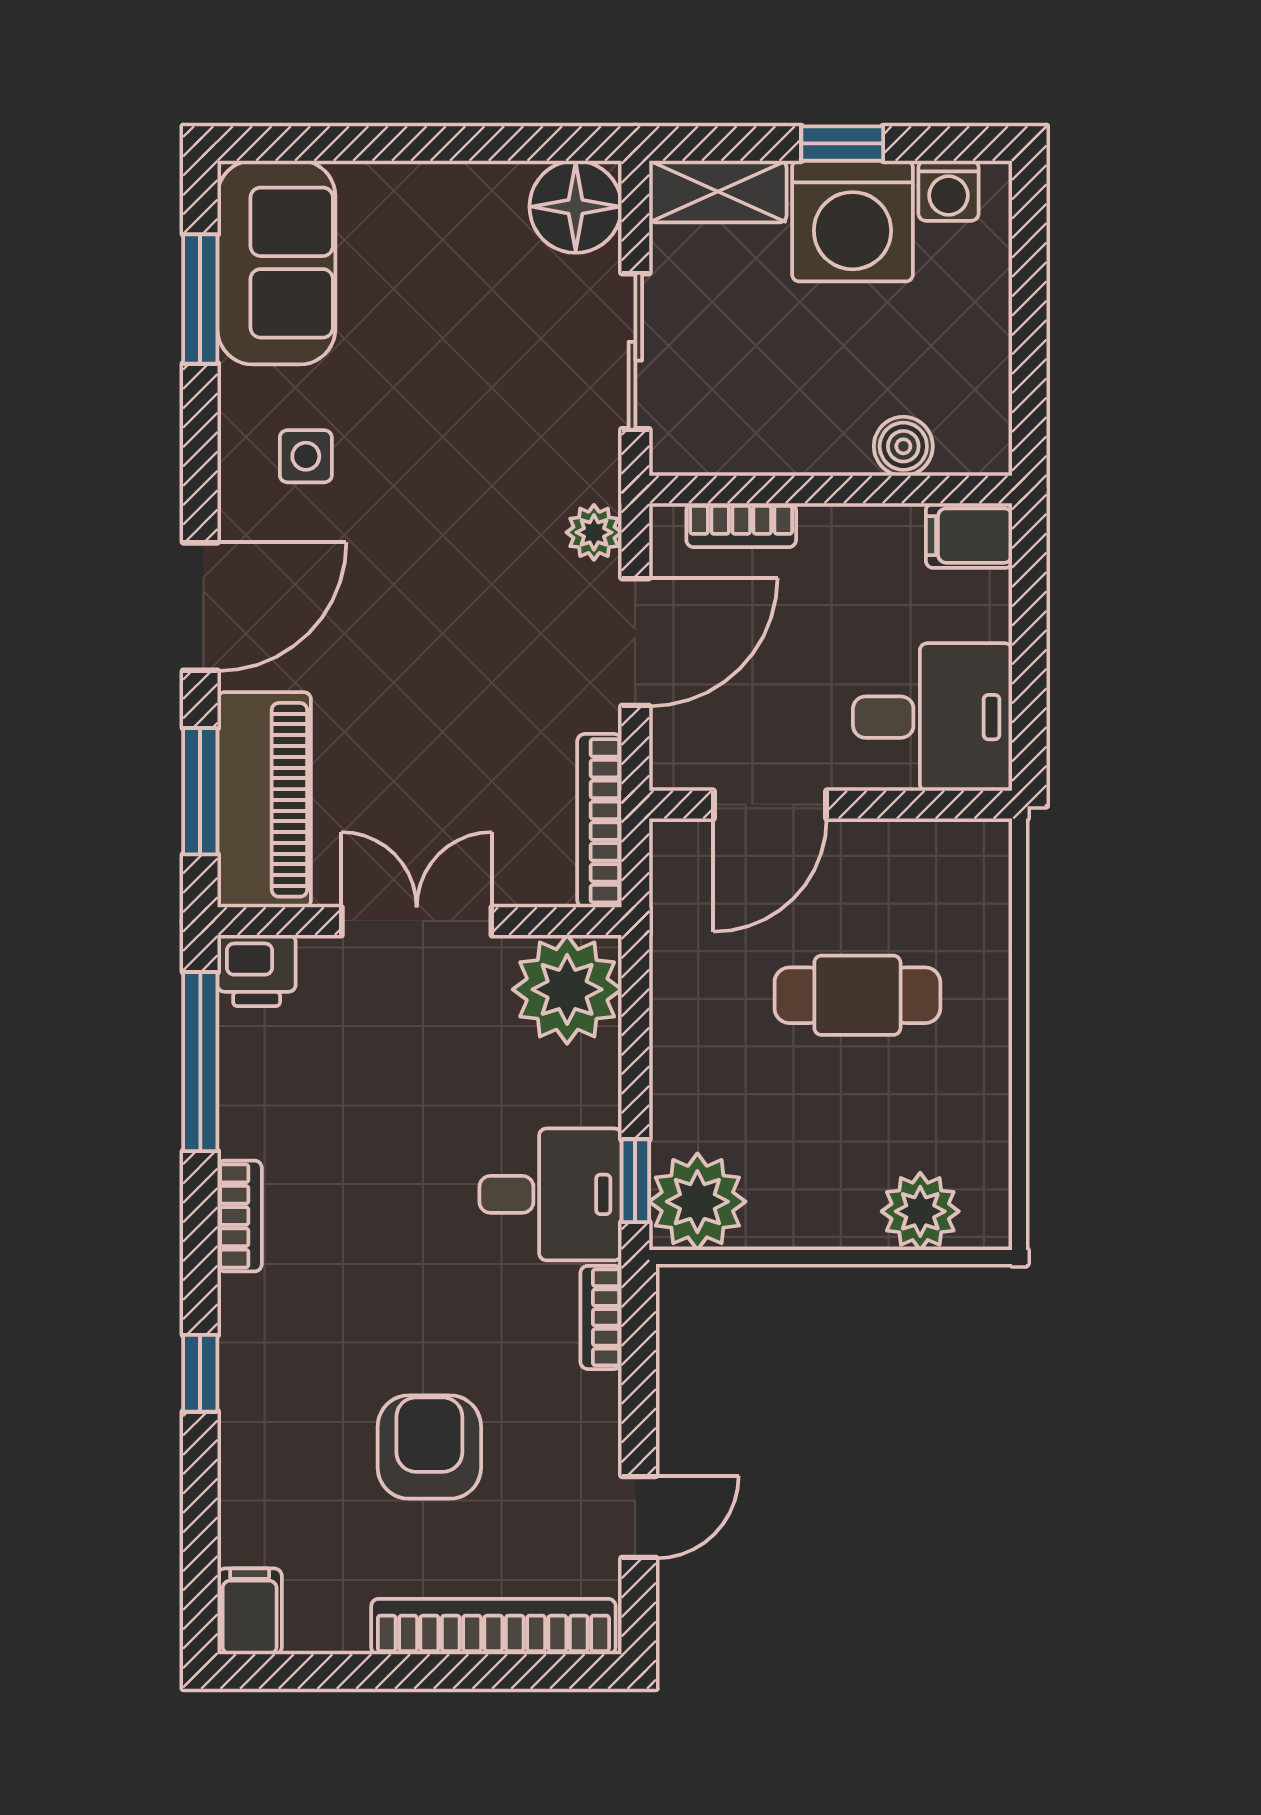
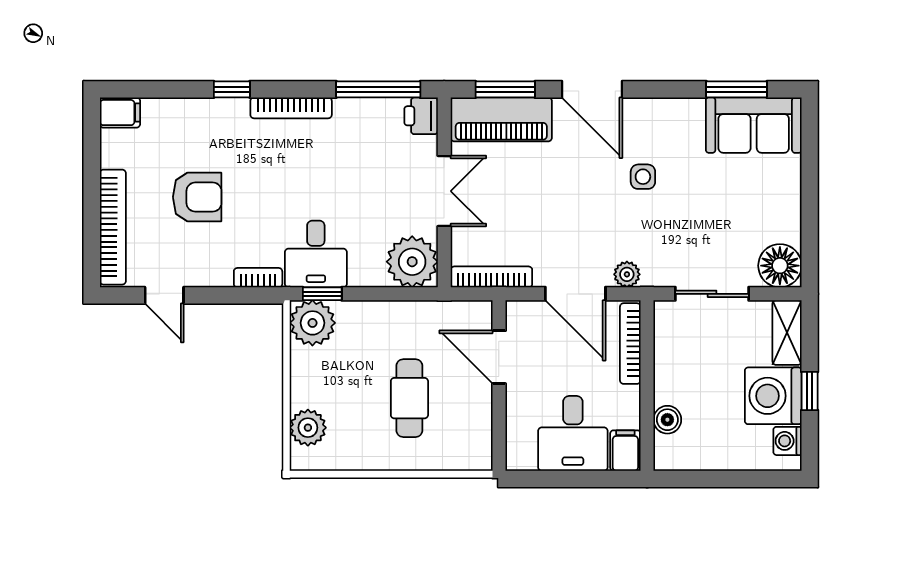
side table: (306, 456) -> (643, 177), moved
bookcase: (741, 525) -> (630, 344), width x1.56
desk: (933, 717) -> (573, 433), moved
bookcase: (240, 1216) -> (291, 108), width x1.56

